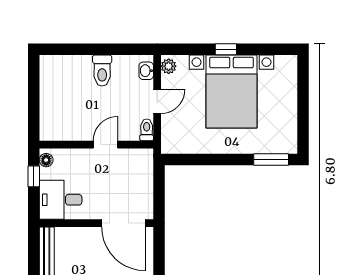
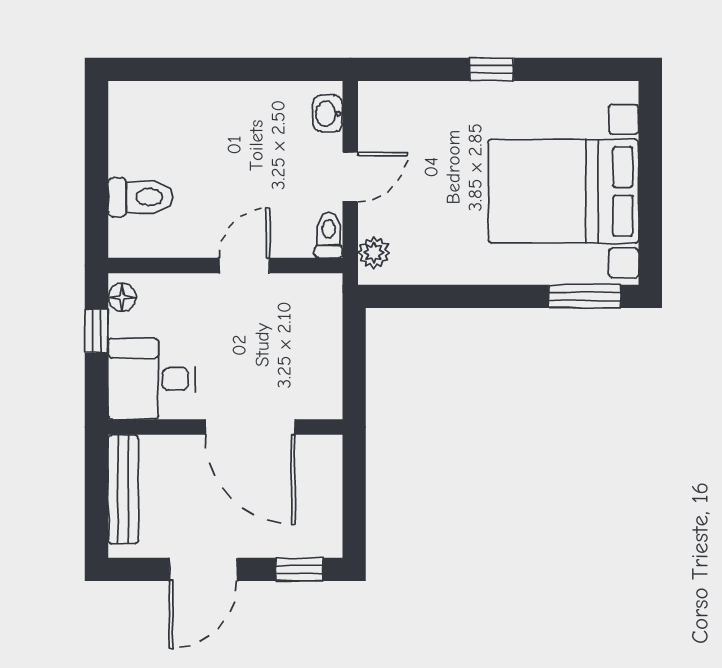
plant: (169, 66) -> (374, 253), moved
toilet: (102, 71) -> (140, 197), moved, turned -90
bed with nightstands: (232, 91) -> (563, 191), moved, turned 90
door: (123, 223) -> (250, 427), moved

